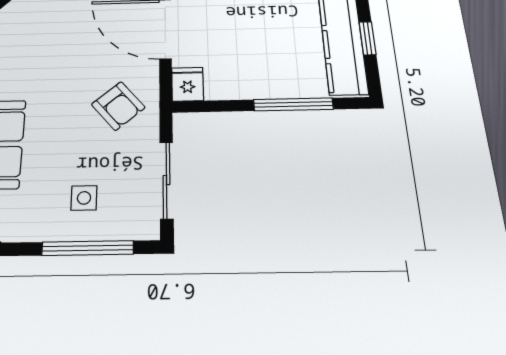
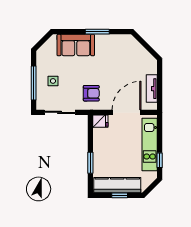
window: (293, 104) -> (90, 163), width x0.69
armchair: (118, 106) -> (91, 93), turned -140

